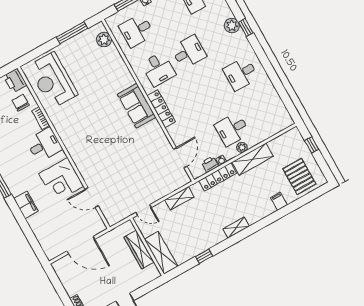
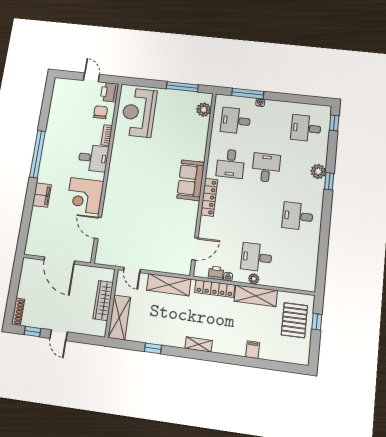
desk: (189, 52) -> (266, 168), turned -90
pallet: (299, 176) -> (294, 320), moved
shelving: (179, 198) -> (169, 285), width x1.50, depth x1.33

